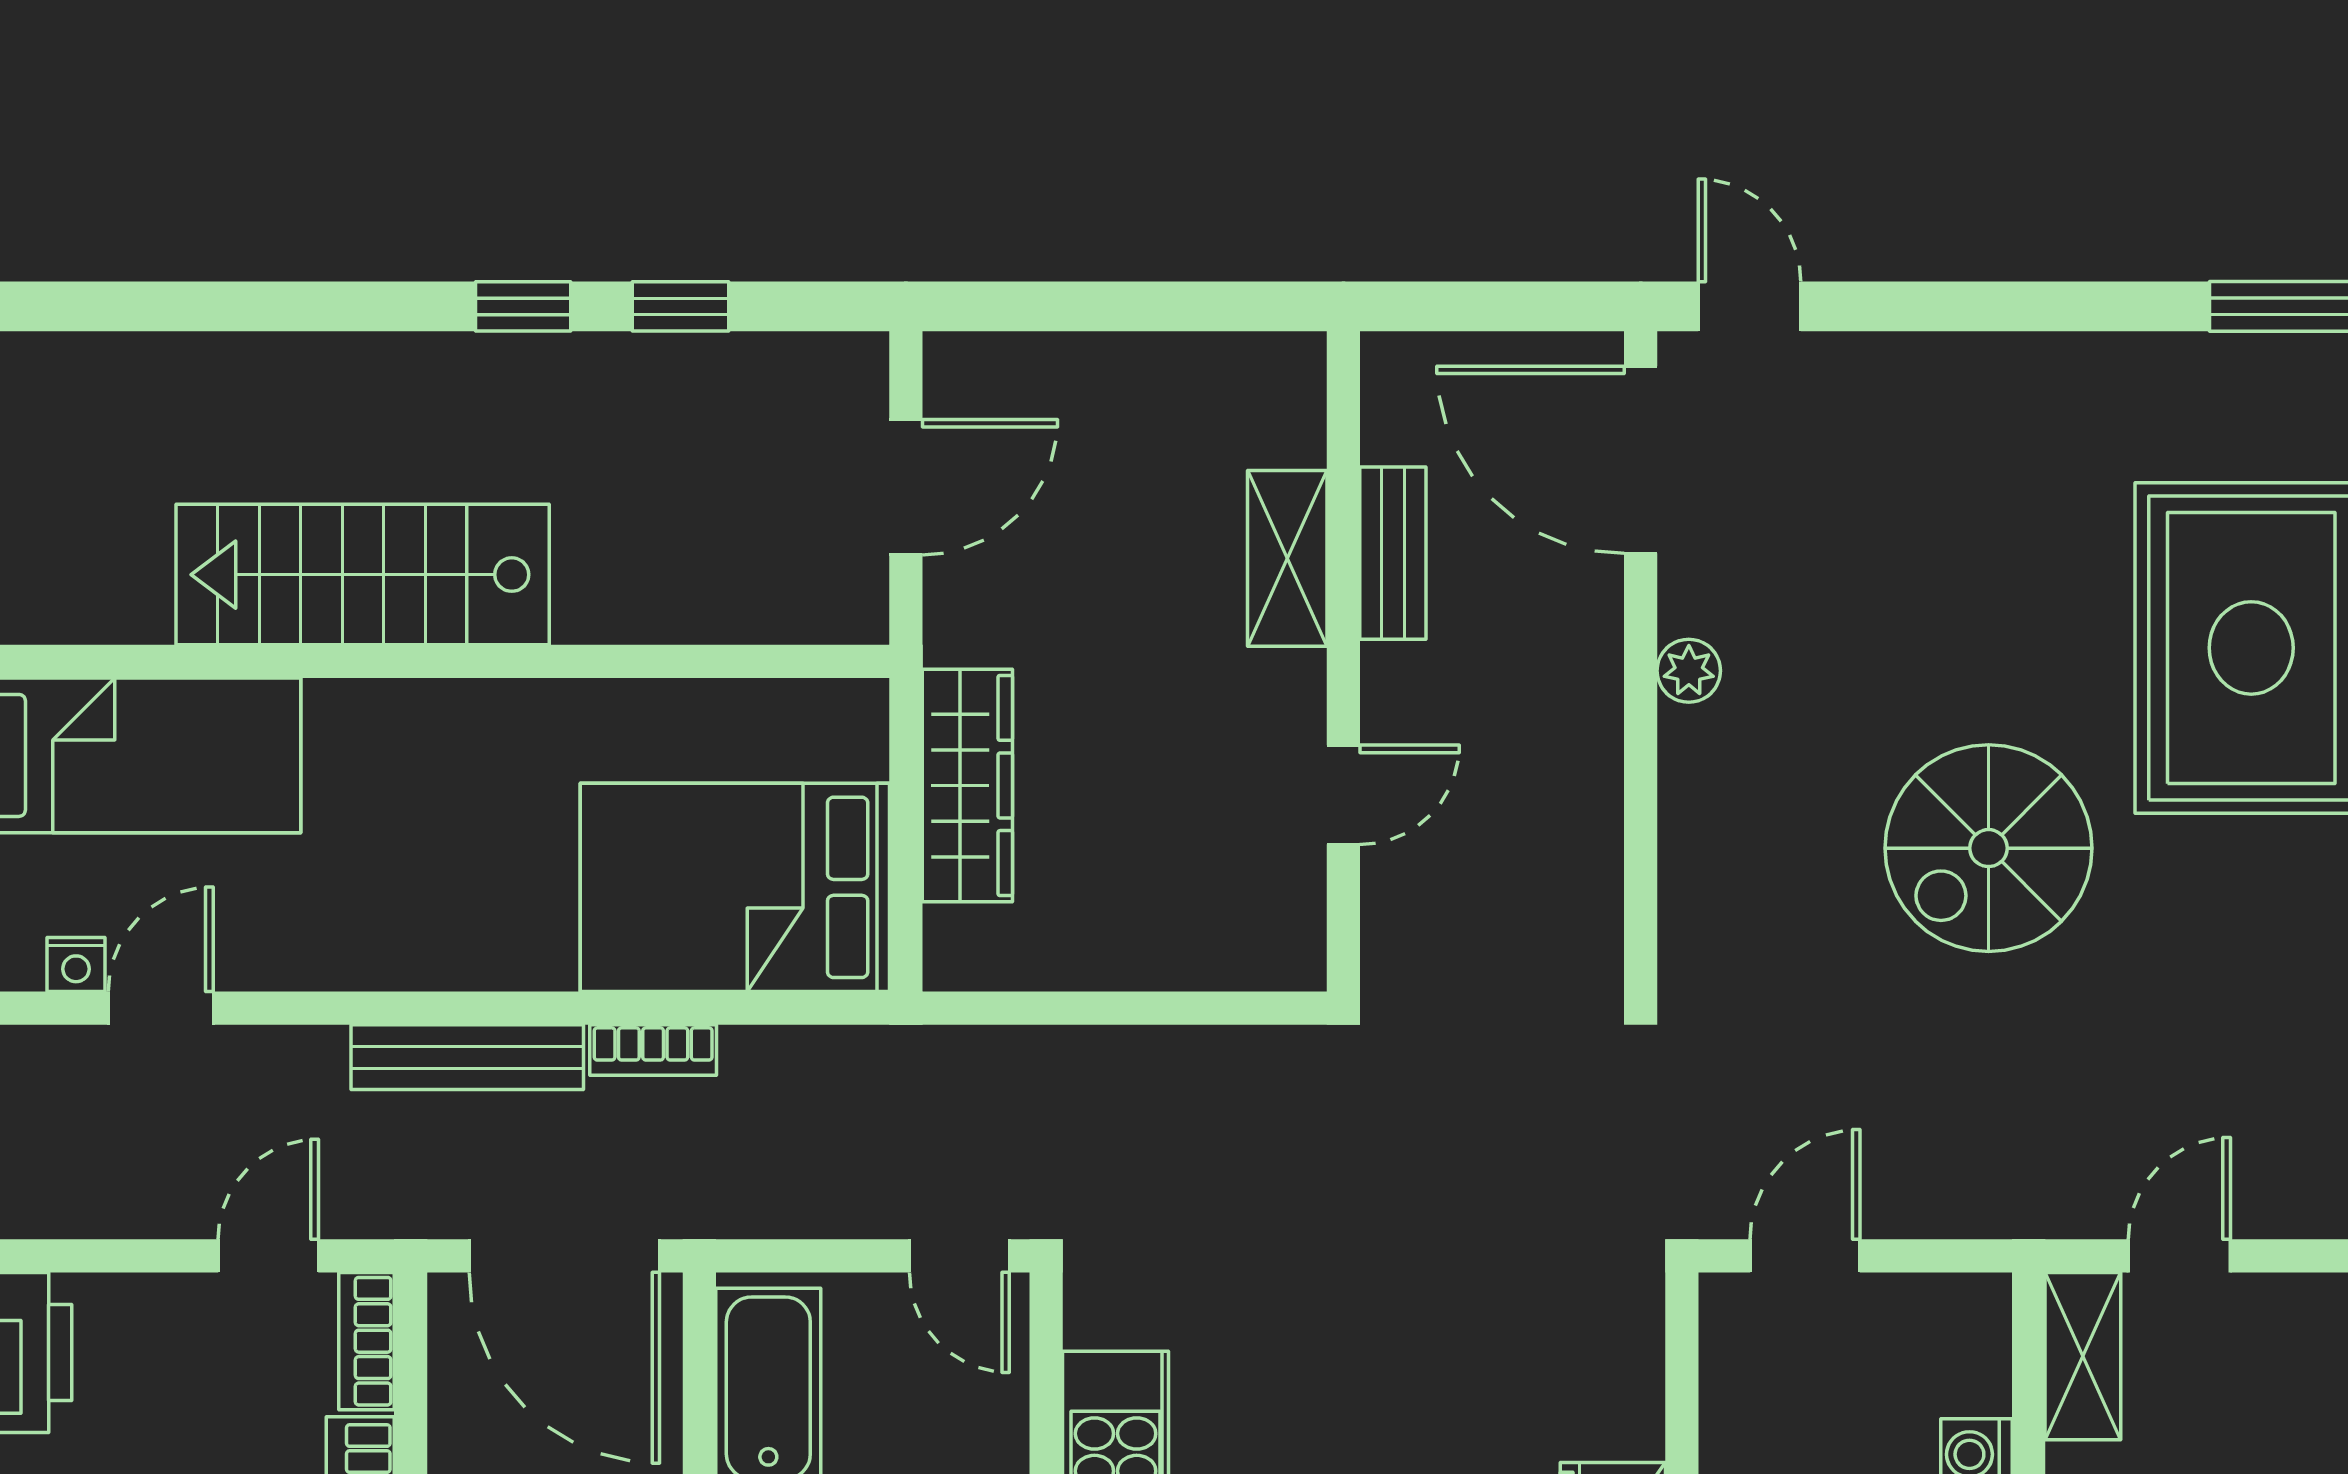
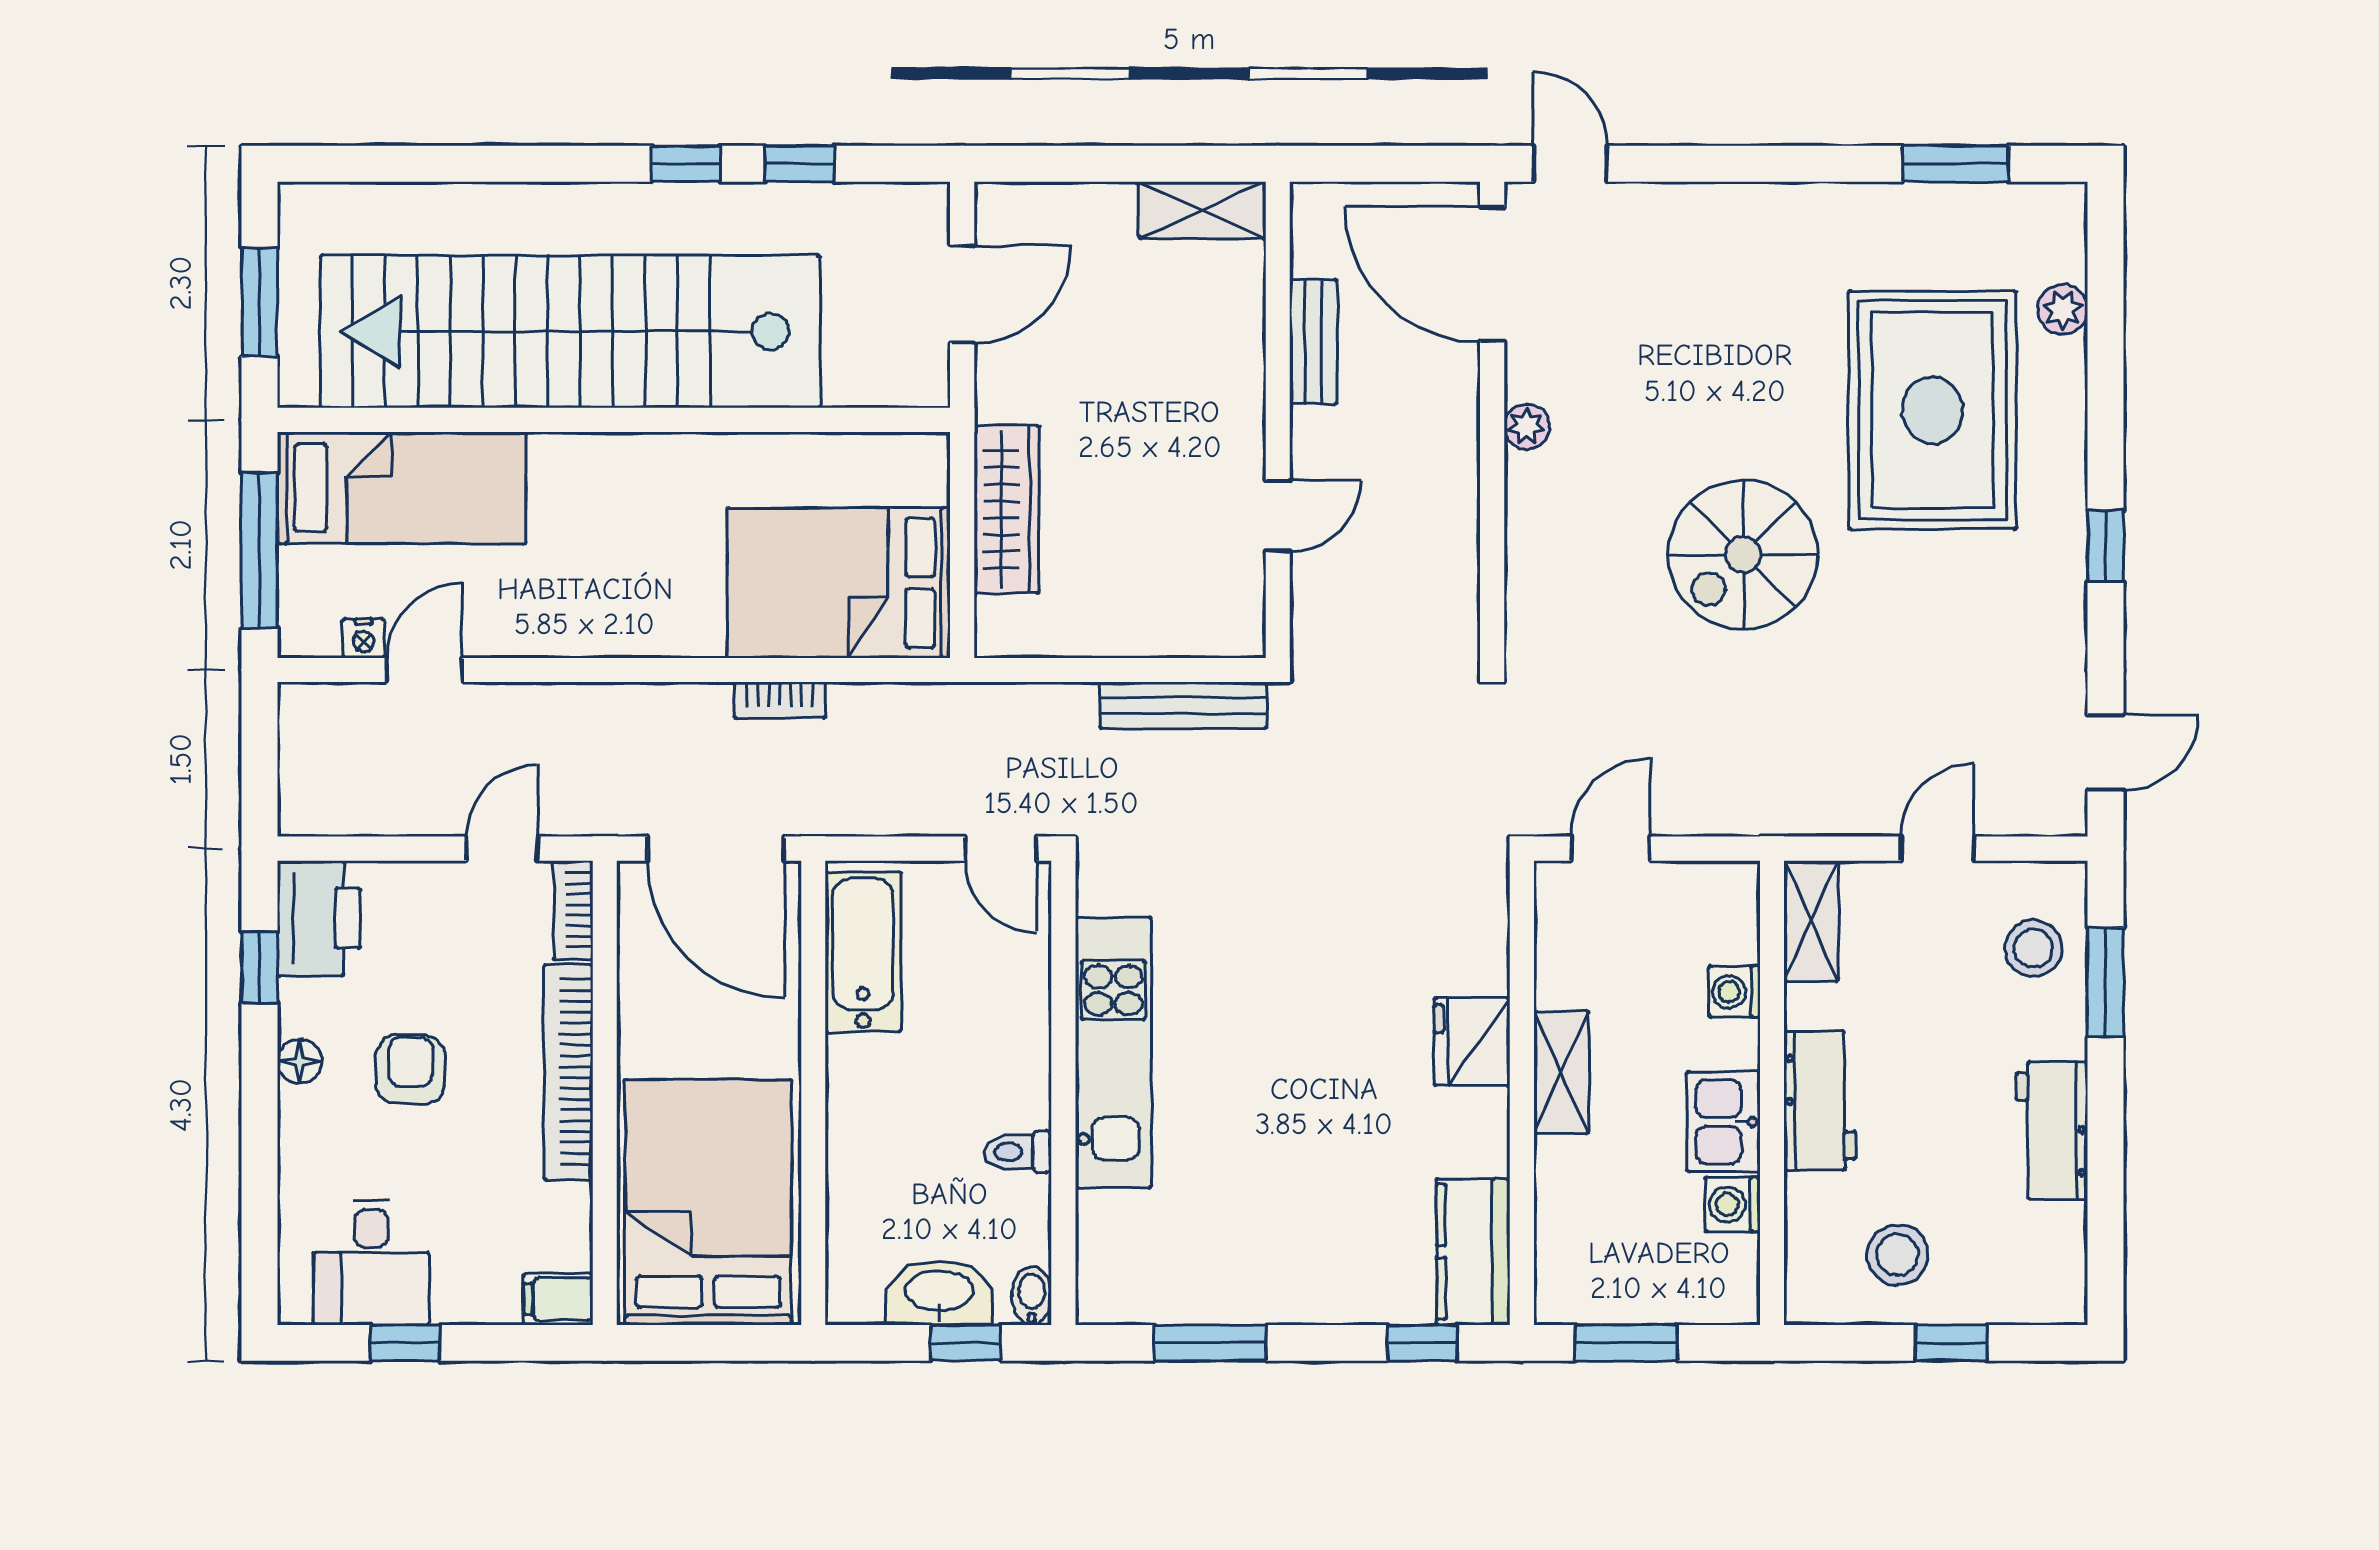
shelving: (1287, 558) -> (1202, 210), moved, turned 90
stairs: (363, 575) -> (570, 331), width x1.86, depth x1.51
bench: (467, 1057) -> (1183, 705), moved
door: (2179, 1256) -> (1937, 849), moved

